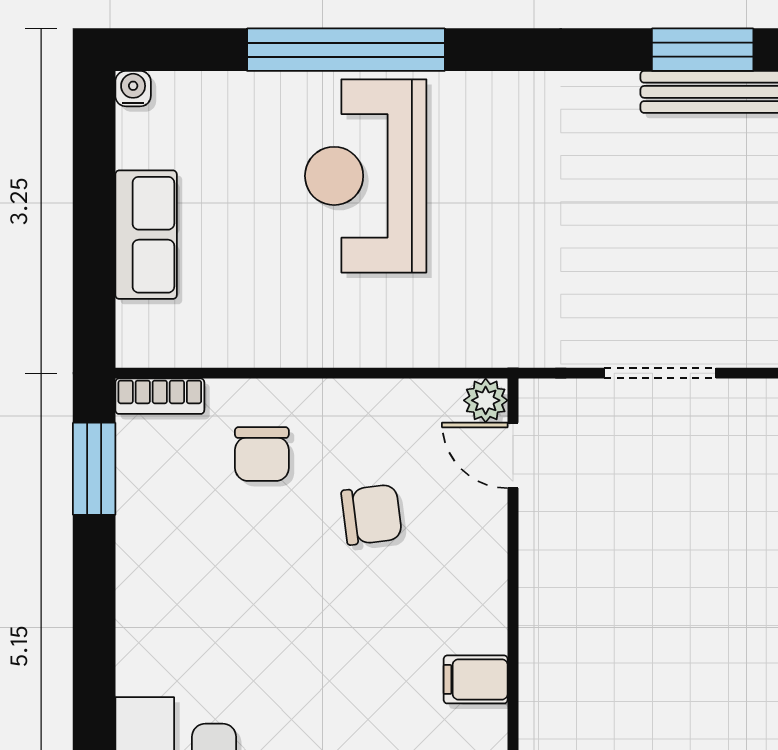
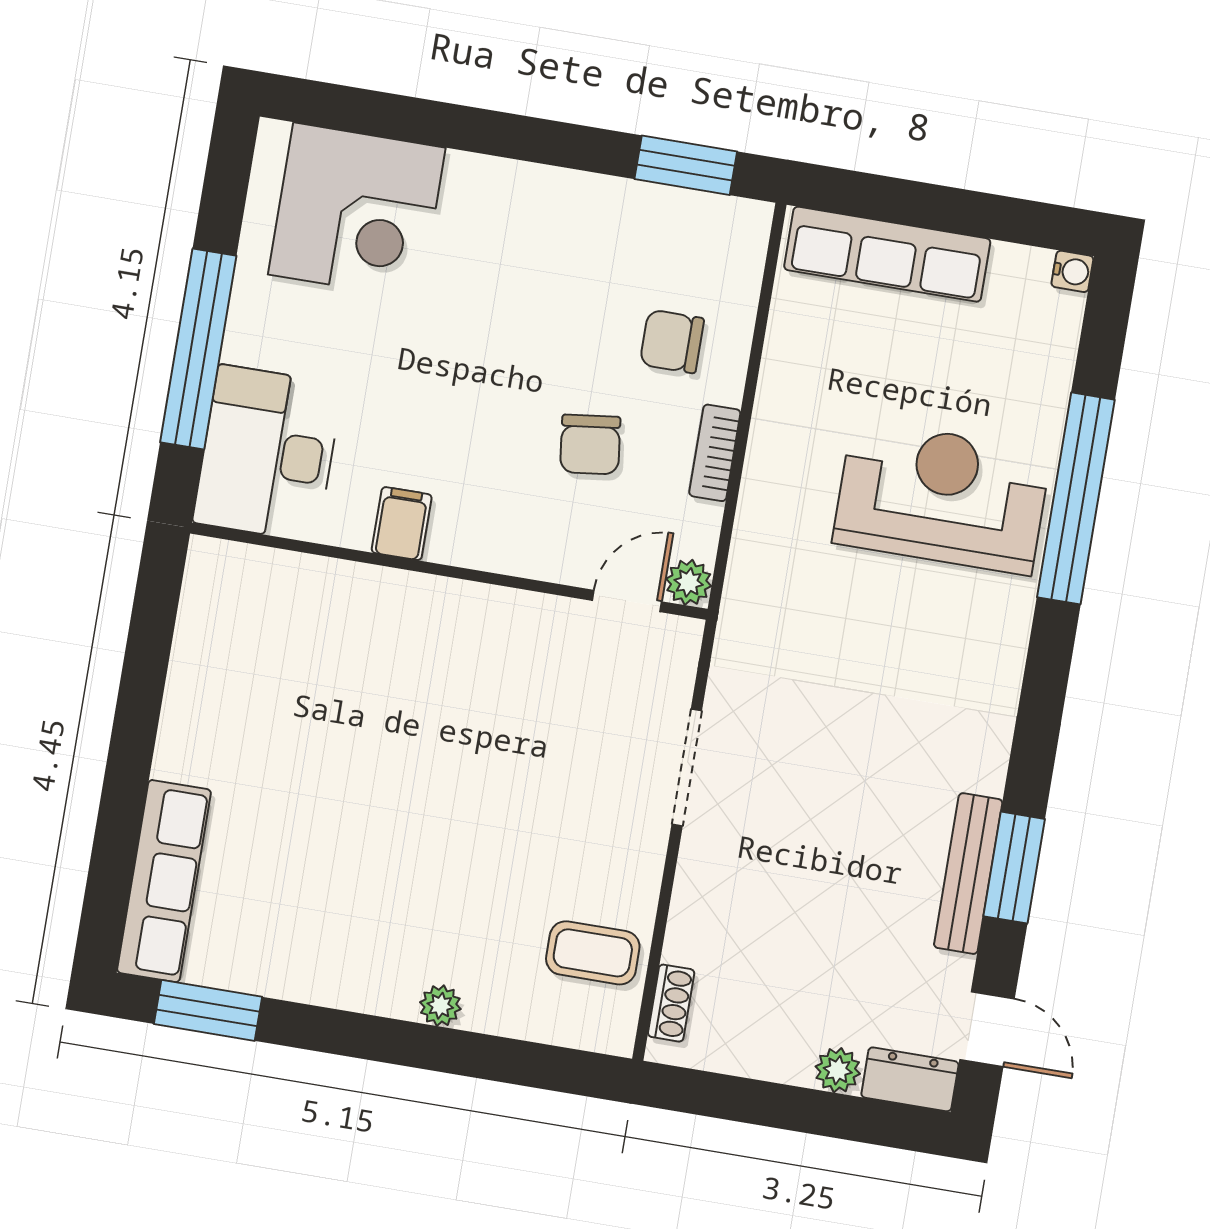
row of seats: (146, 235) -> (887, 254), width x1.48
bookcase: (160, 396) -> (715, 453), moved

